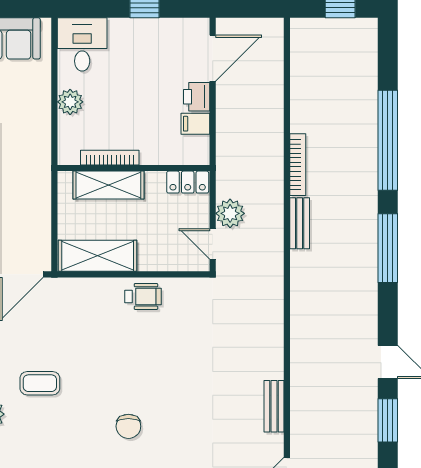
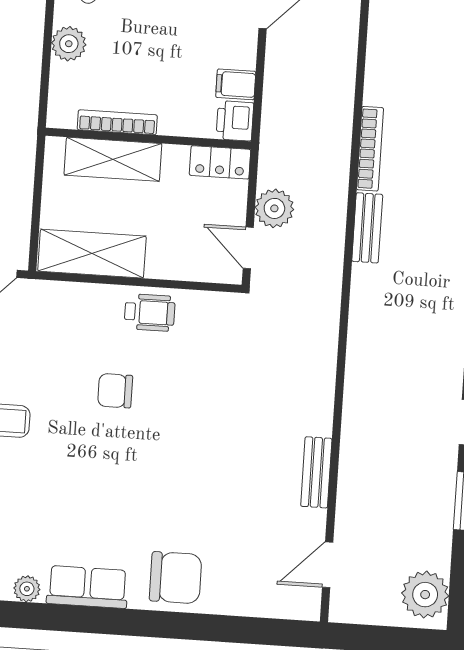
printer: (197, 97) -> (235, 121), moved
chair: (128, 426) -> (115, 391), moved, turned 90

